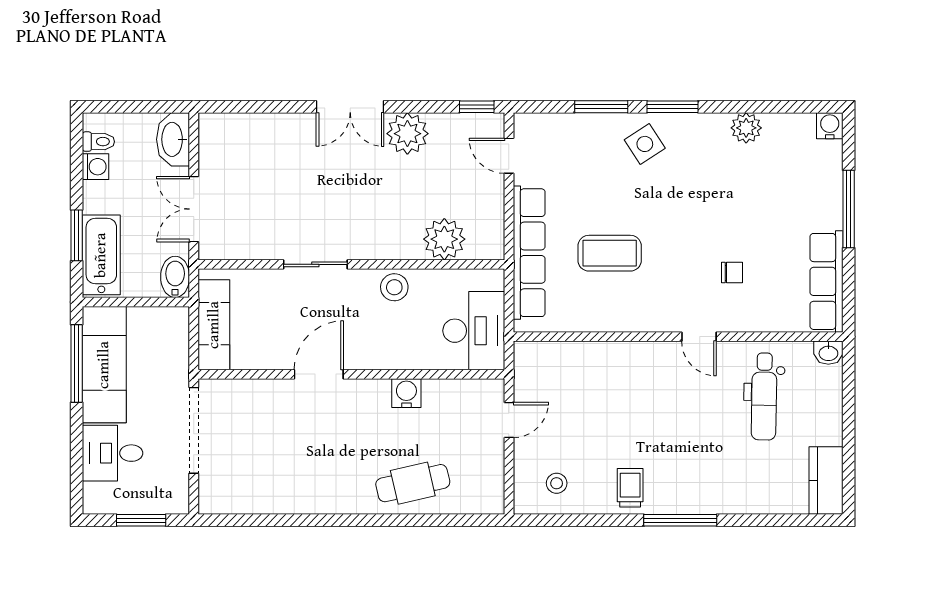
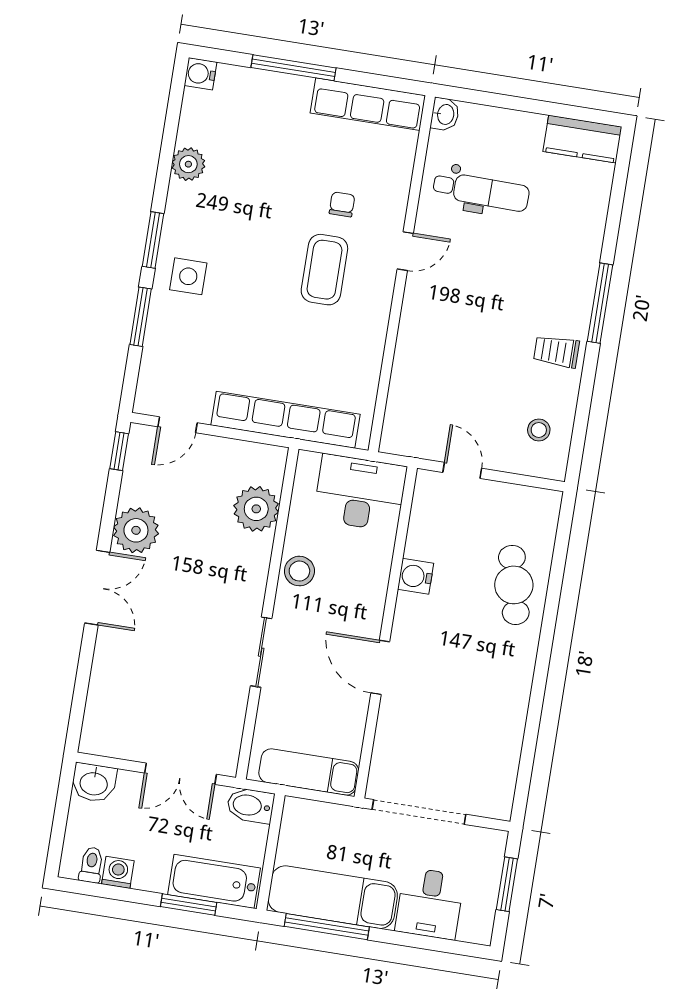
washbasin: (173, 139) -> (94, 783), width x0.72
side table: (645, 144) -> (188, 276), turned 33
coffee table: (610, 253) -> (324, 270), moved

